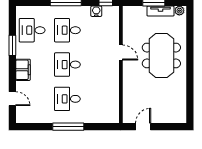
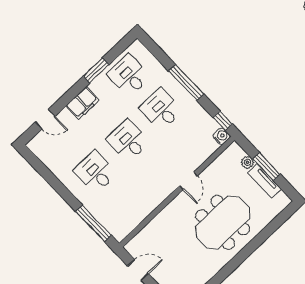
water cooler: (96, 11) -> (222, 136), moved
plant: (179, 11) -> (247, 162), moved
door: (12, 99) -> (45, 119), hinge flipped
window: (68, 127) -> (93, 223), moved

